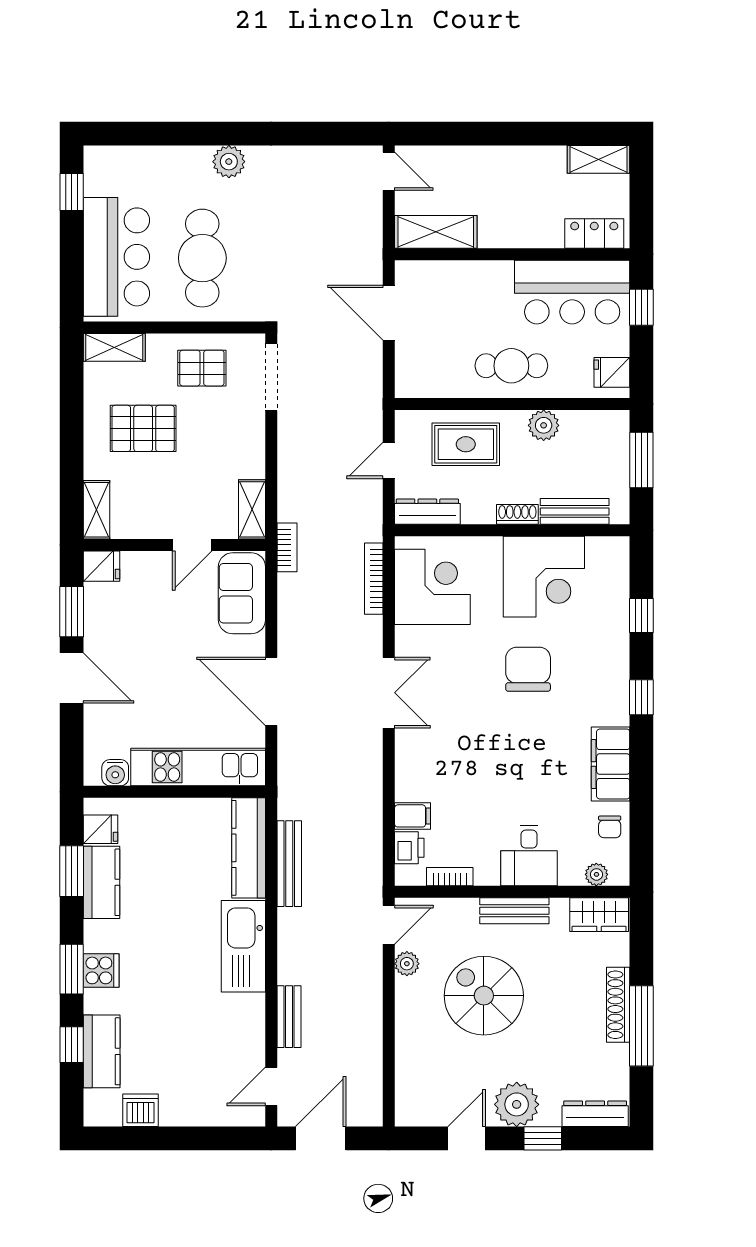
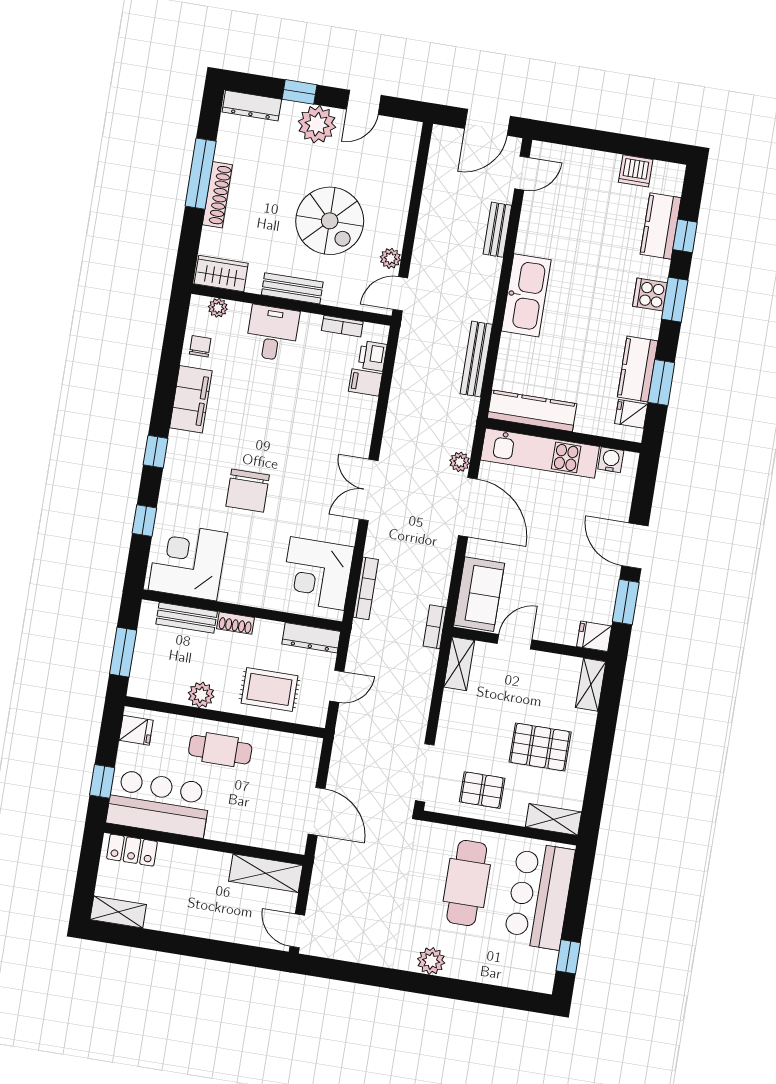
corner desk: (544, 577) -> (188, 561), moved
plant: (289, 742) -> (460, 462), added
kitchen counter: (249, 848) -> (532, 411), moved, turned -90

